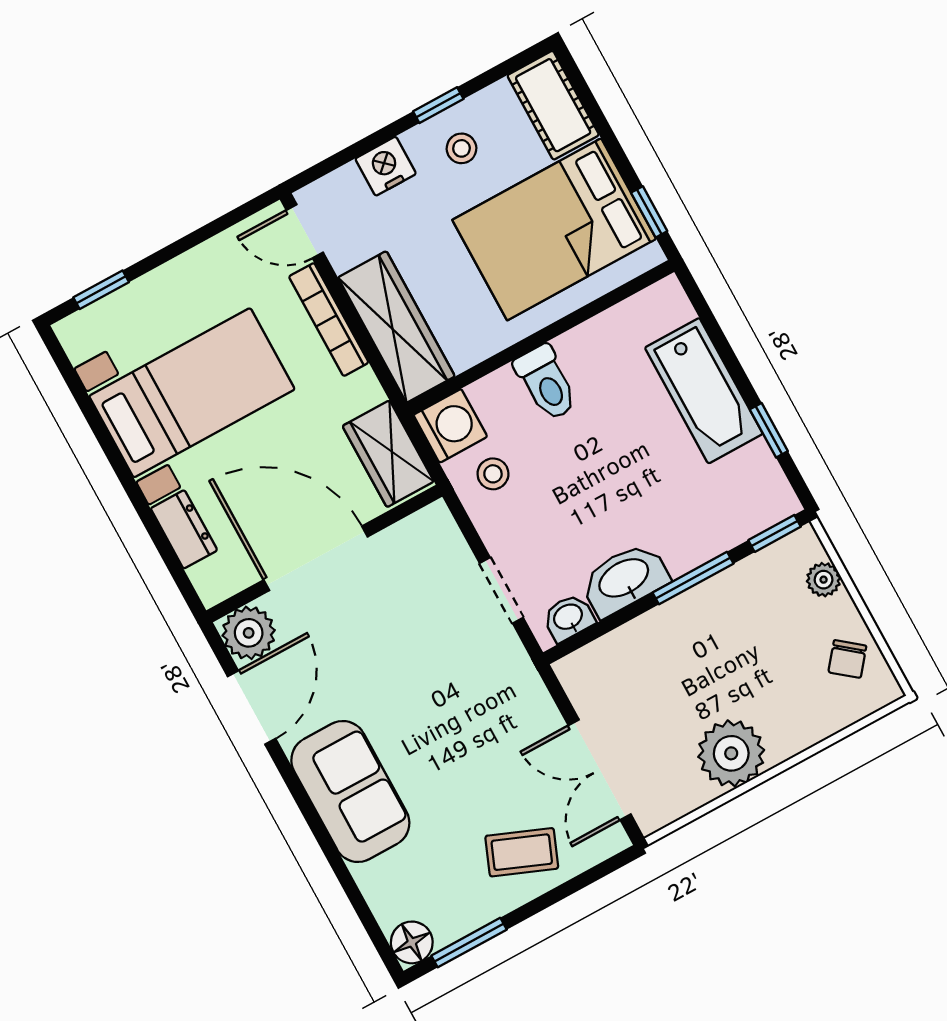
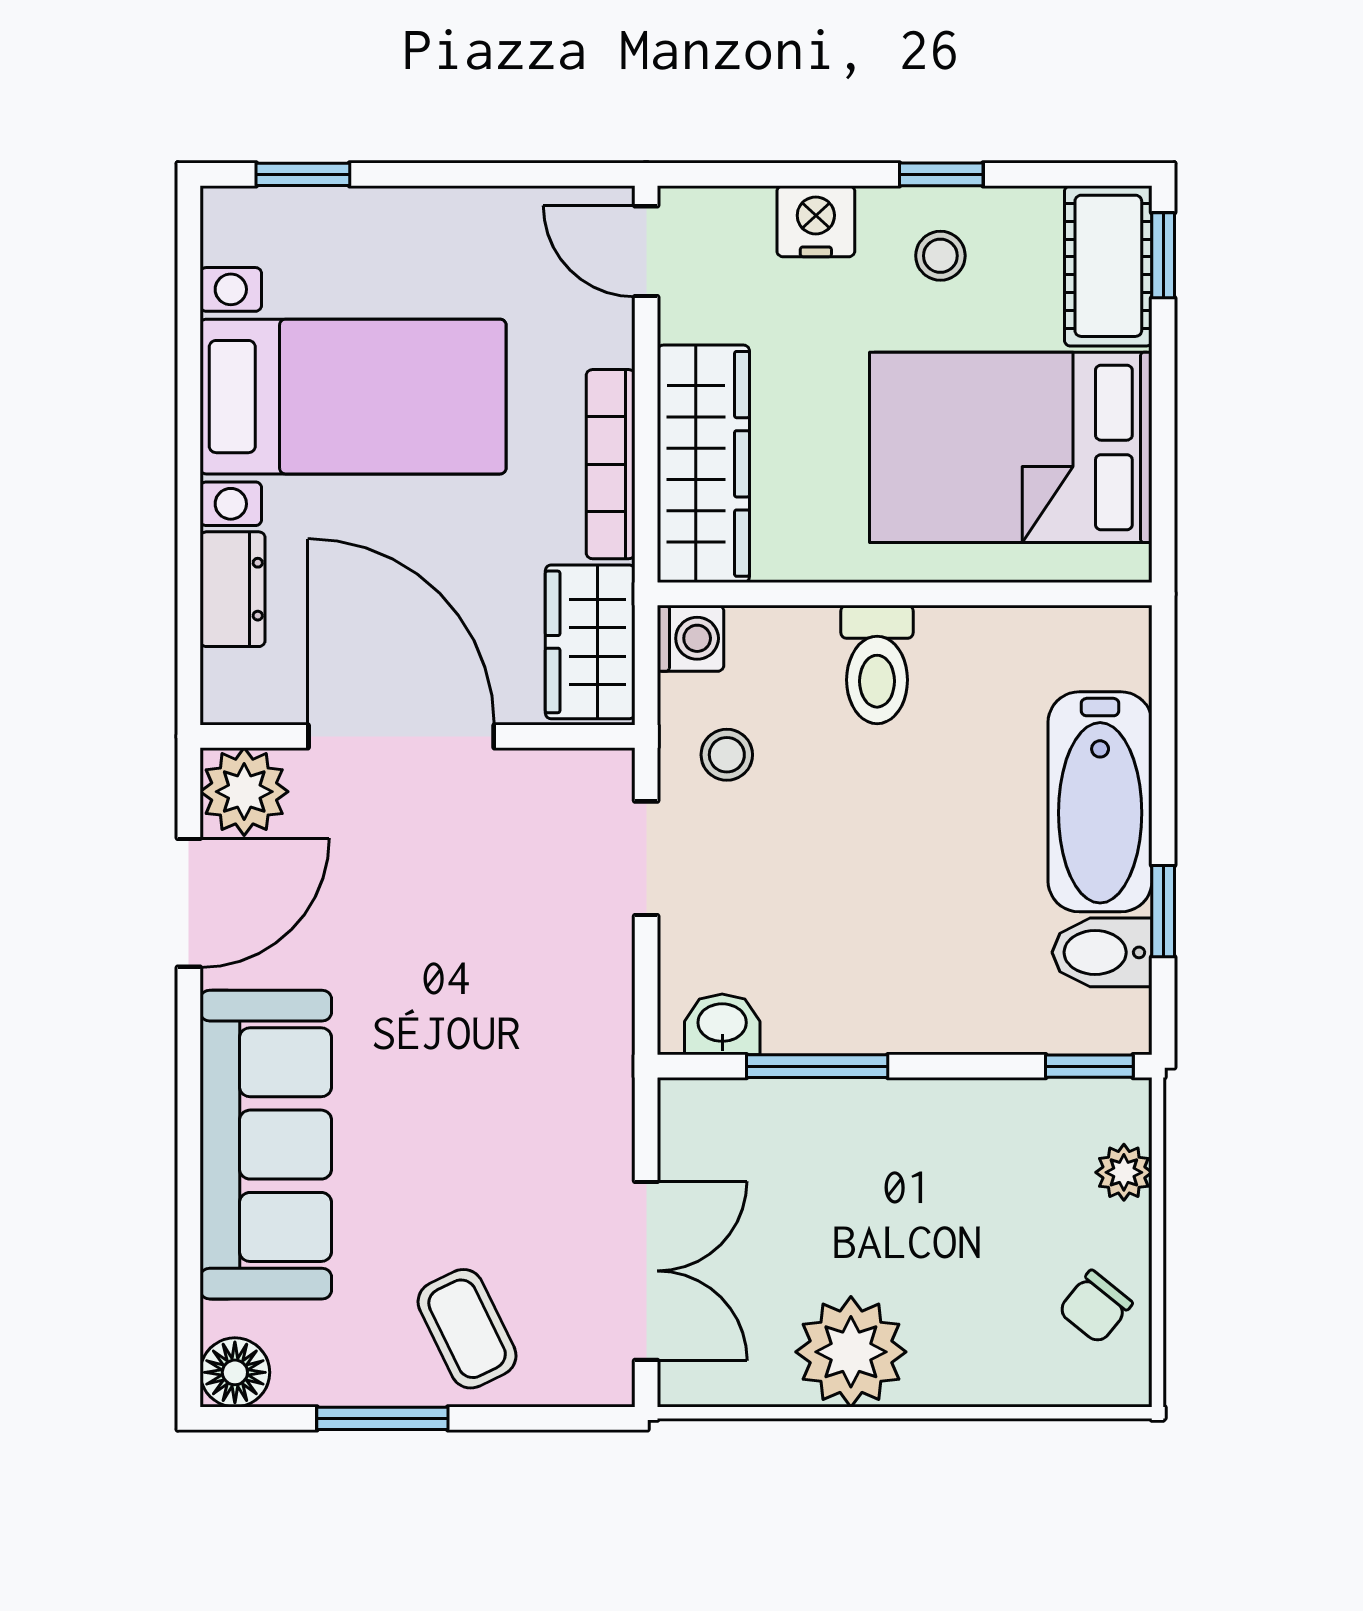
window: (649, 212) -> (1163, 255), moved
bookcase: (329, 320) -> (611, 464), moved
washing machine: (450, 426) -> (690, 638), width x0.73, depth x0.73
bidet: (748, 470) -> (1102, 952), added
window: (693, 578) -> (817, 1066), moved
washbasin: (624, 579) -> (834, 1013), removed
doorway: (501, 590) -> (646, 858), moved
double door: (600, 770) -> (646, 1271), swing flipped
sofa: (350, 792) -> (266, 1145), width x1.36
coffee table: (522, 852) -> (467, 1329), turned 42
window: (469, 943) -> (382, 1418), moved

